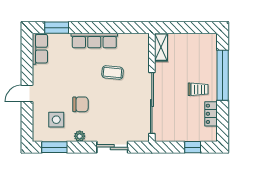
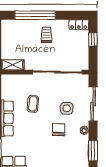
locker: (211, 114) -> (79, 25), moved
side table: (56, 120) -> (67, 108), moved
sliding door: (112, 147) -> (93, 104), width x1.37

